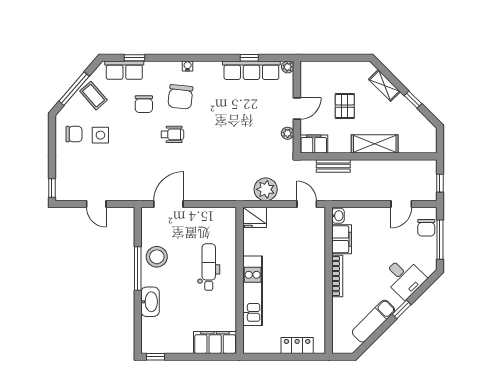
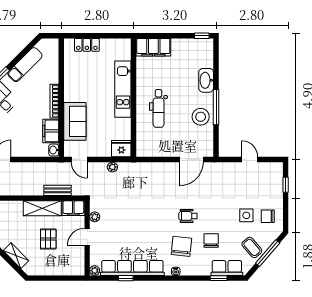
row of seats: (251, 70) -> (132, 268), width x1.36
shelving: (375, 144) -> (42, 208), moved
window: (52, 188) -> (286, 185), moved
plant: (266, 189) -> (112, 167), width x0.53, depth x0.53
sofa: (312, 251) -> (75, 121), added

